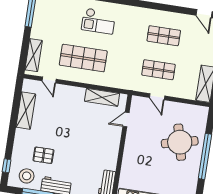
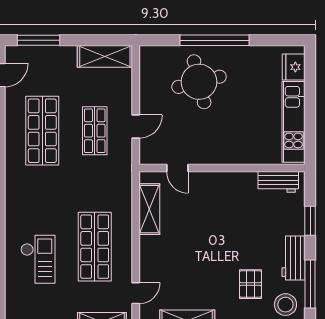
checkout: (99, 21) -> (38, 259), moved
shop shelf: (164, 36) -> (42, 131), width x1.43, depth x1.36

